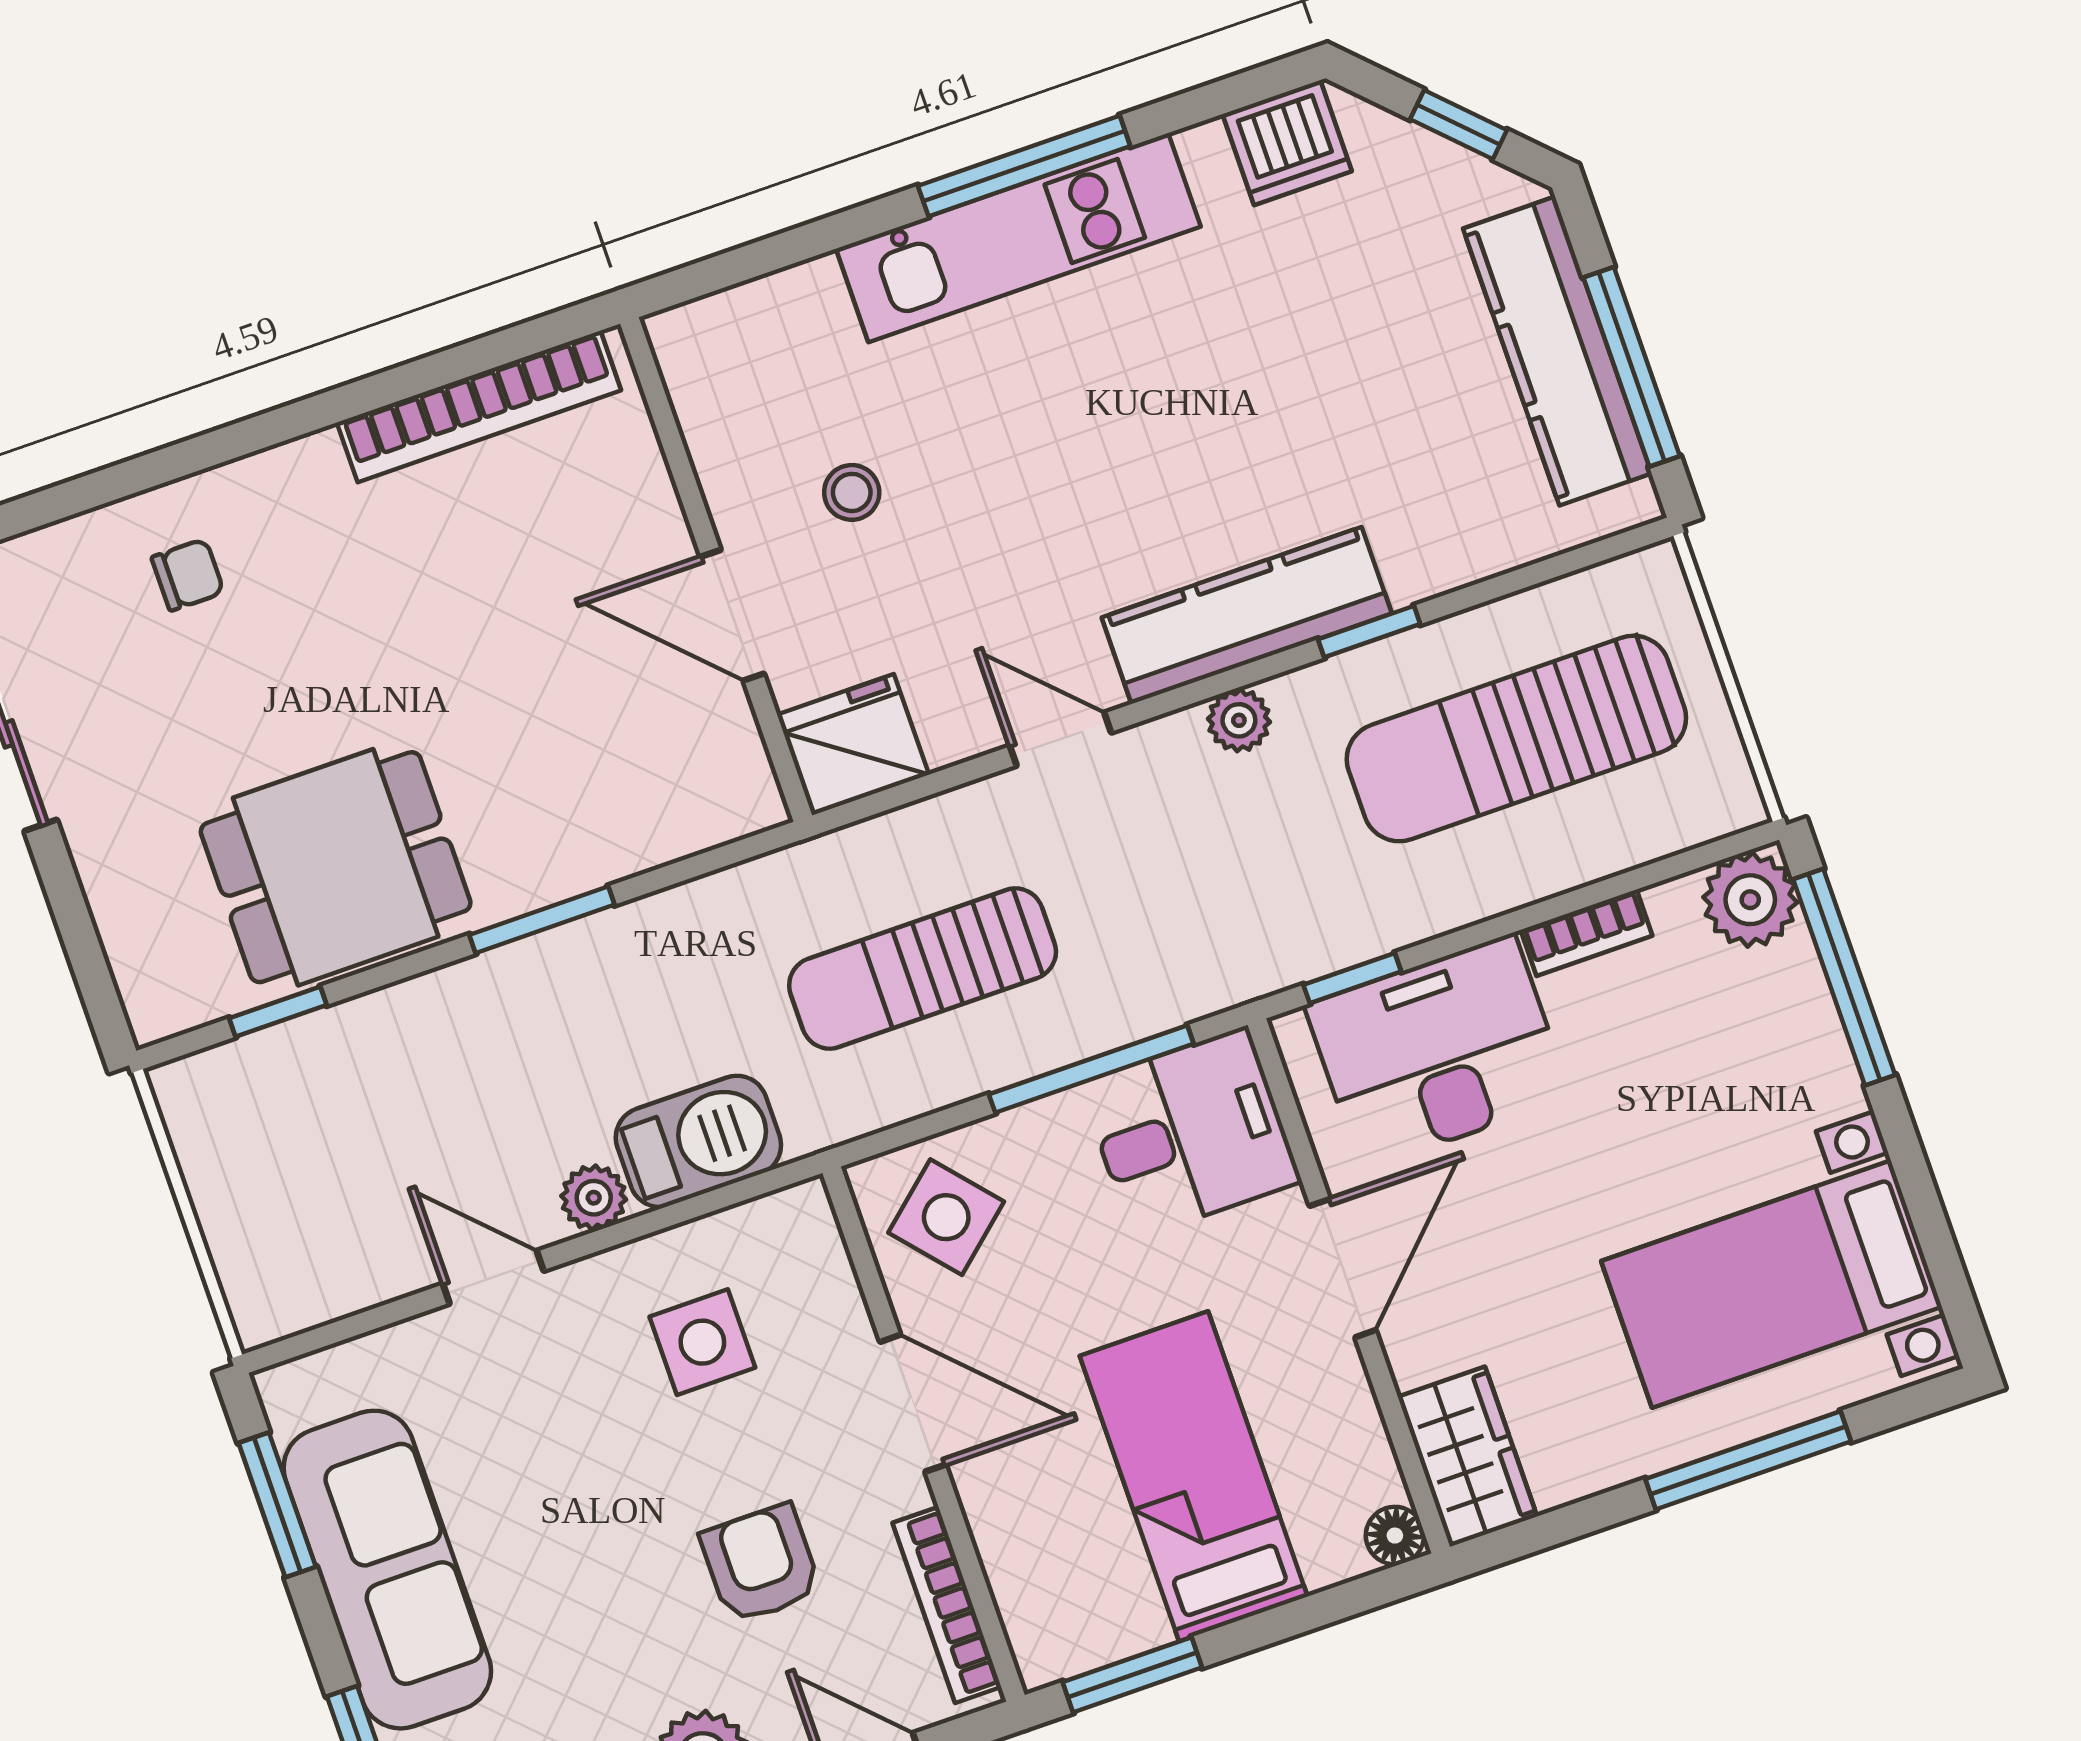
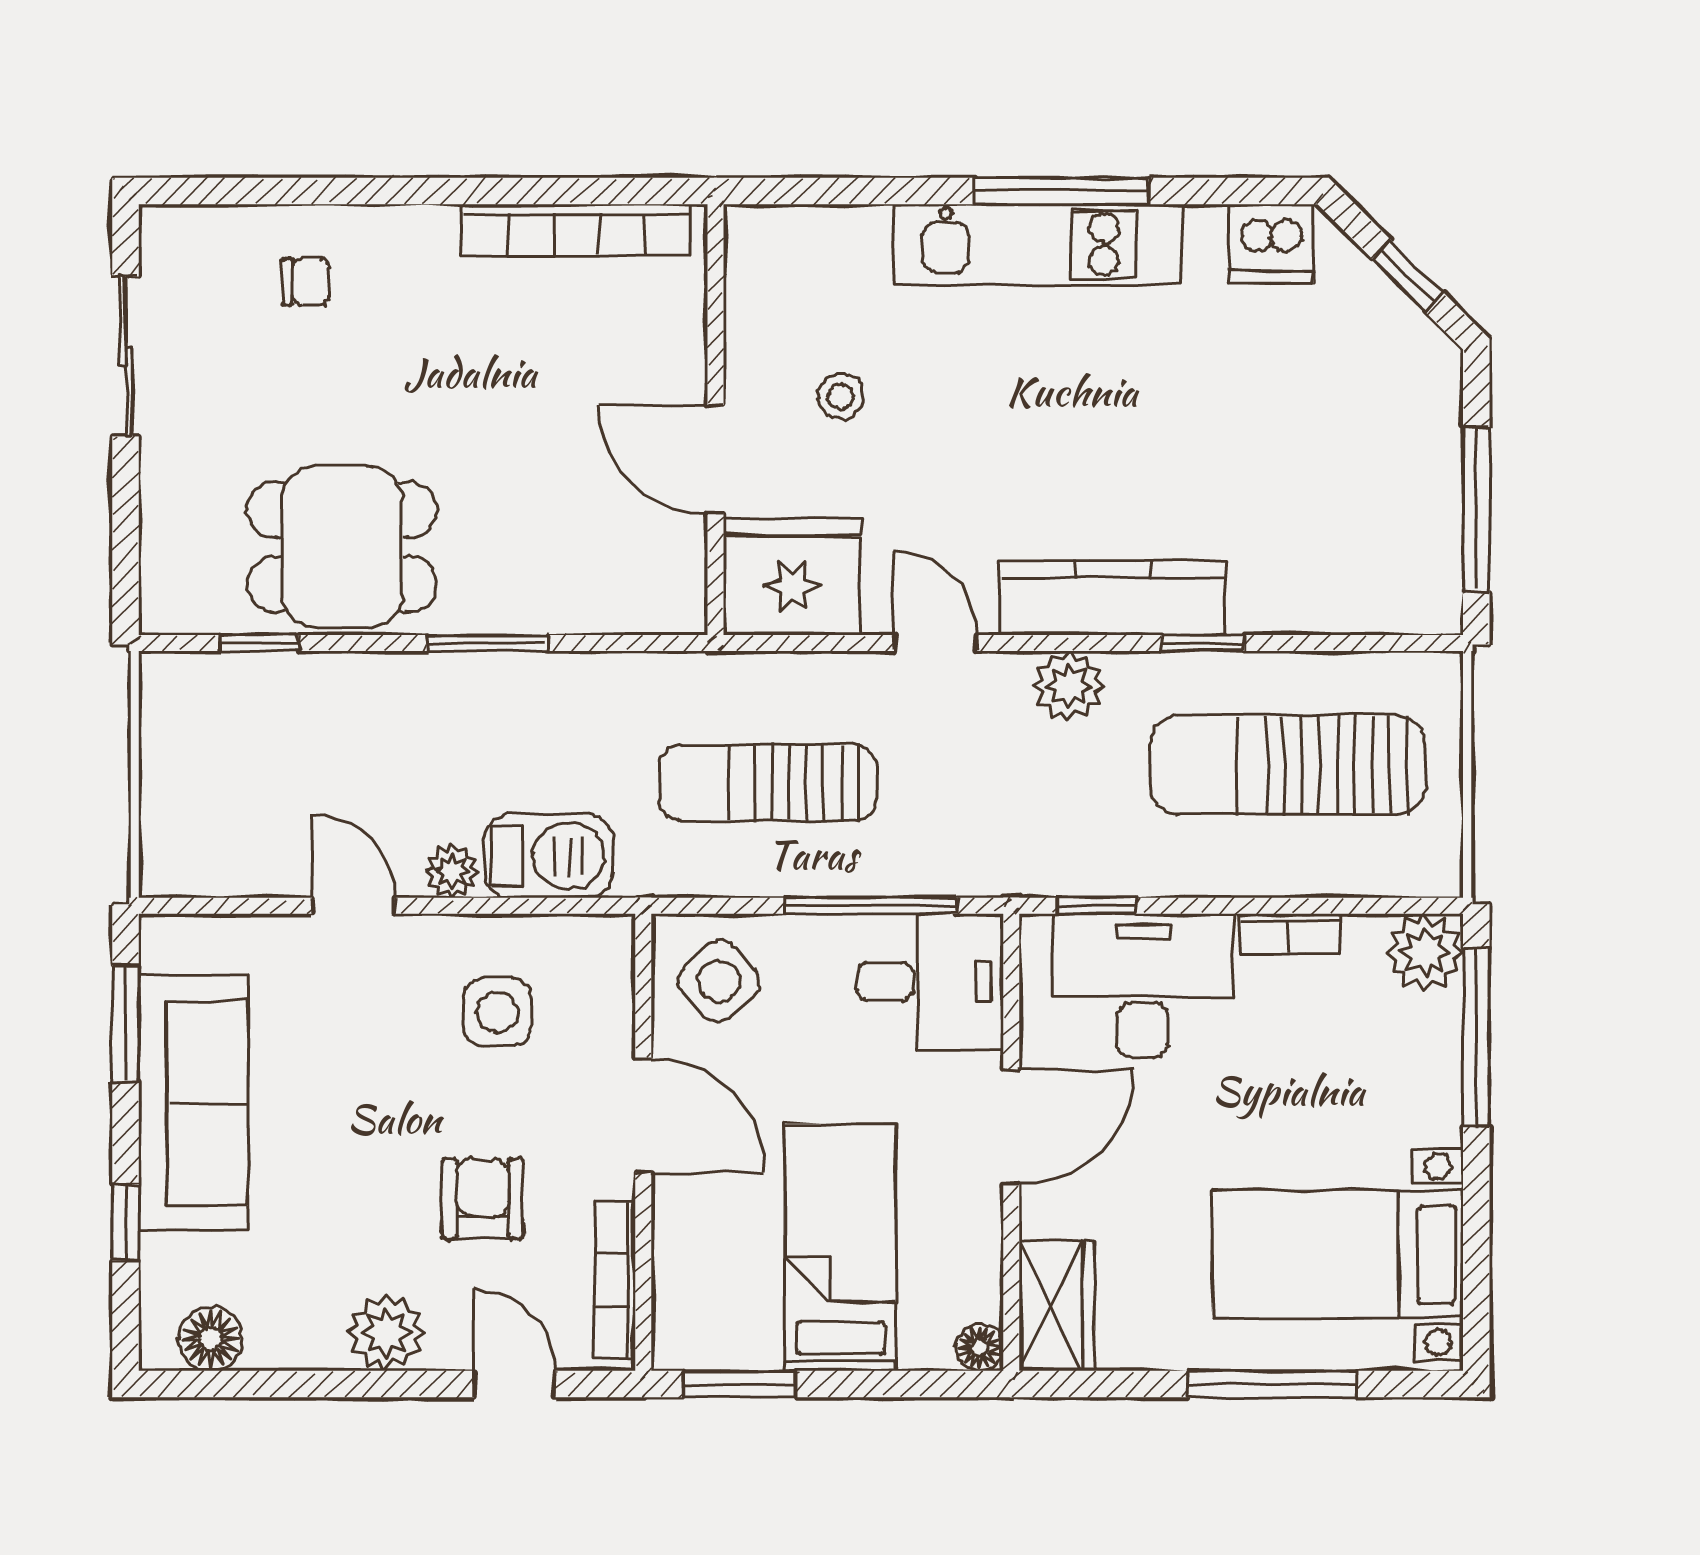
kitchen counter: (1557, 351) -> (1423, 477), removed
plant: (1239, 720) -> (1069, 686), width x1.38, depth x1.38
fridge: (853, 745) -> (792, 577), width x1.36, depth x1.34

